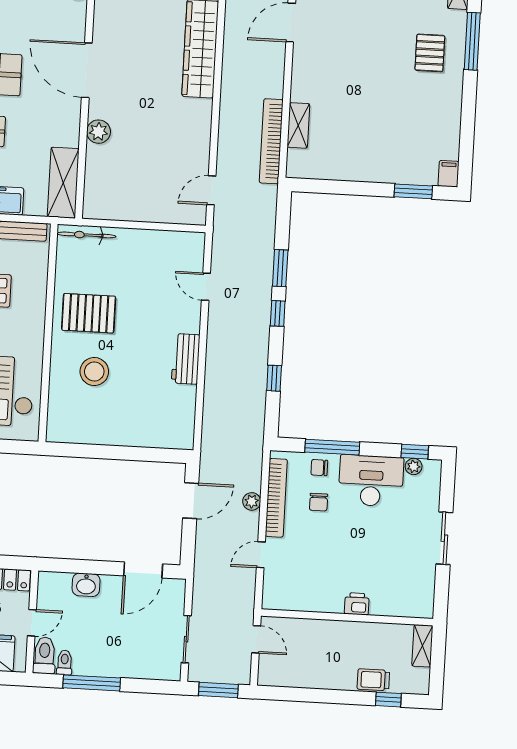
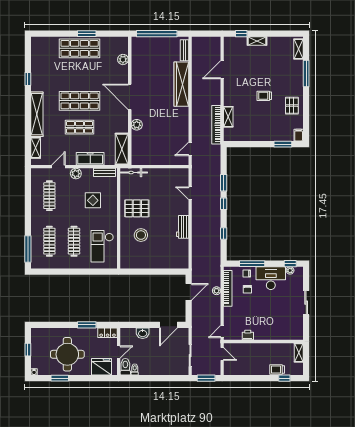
pallet: (430, 53) -> (292, 106), moved
trolley: (379, 84) -> (264, 96), added
door: (261, 555) -> (222, 332), moved
printer: (357, 604) -> (248, 335), moved
window: (92, 683) -> (148, 378), removed

